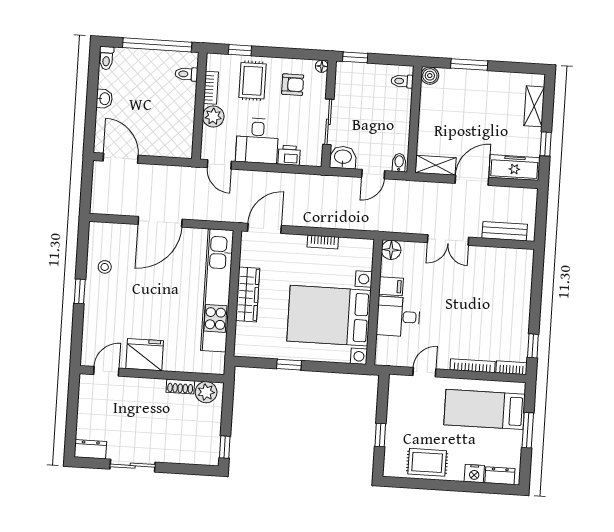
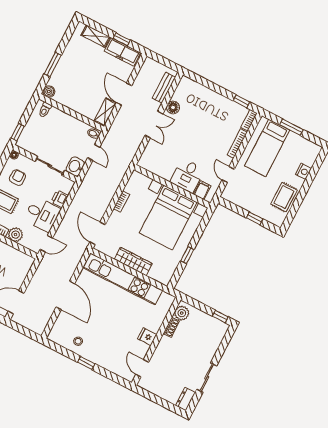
freezer: (514, 168) -> (122, 52), moved, turned -90
floor lamp: (391, 250) -> (173, 107), moved
filing cabinet: (391, 286) -> (202, 190), moved
fridge: (145, 355) -> (147, 337), width x0.53, depth x0.75
dresser: (500, 476) -> (312, 156), removed

